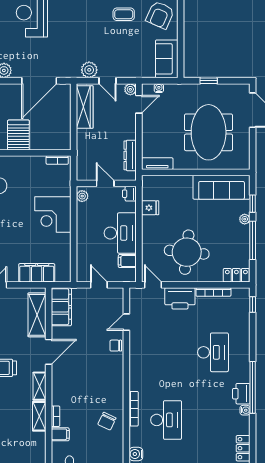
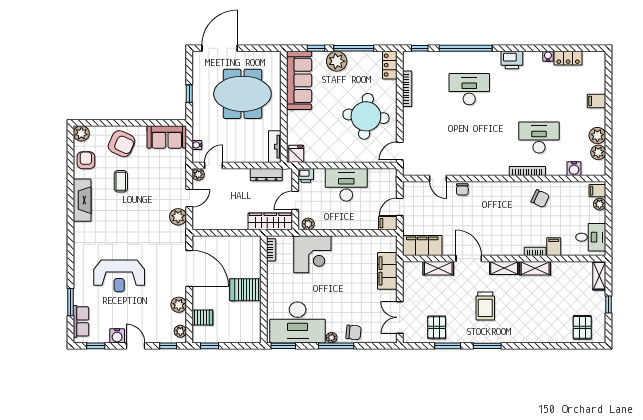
door: (139, 104) -> (214, 166), hinge flipped
wardrobe: (85, 107) -> (270, 221), moved
fridge: (150, 208) -> (296, 154), moved
corner desk: (53, 215) -> (312, 254), moved
plant: (245, 219) -> (337, 61), width x1.88, depth x1.88
filing cabinet: (127, 261) -> (388, 223), moved, turned 90
printer: (180, 298) -> (414, 123), removed
shelving: (37, 315) -> (438, 268), width x0.67, depth x0.75
window: (253, 387) -> (466, 48), moved
water cooler: (245, 410) -> (548, 56), moved

